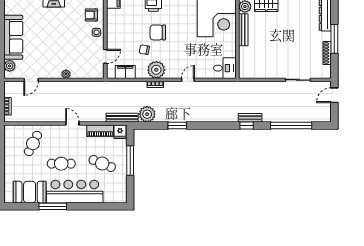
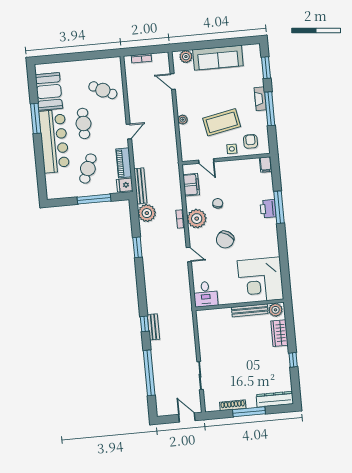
chair: (158, 32) -> (225, 240), moved, turned -147
coffee table: (72, 39) -> (222, 122), added

